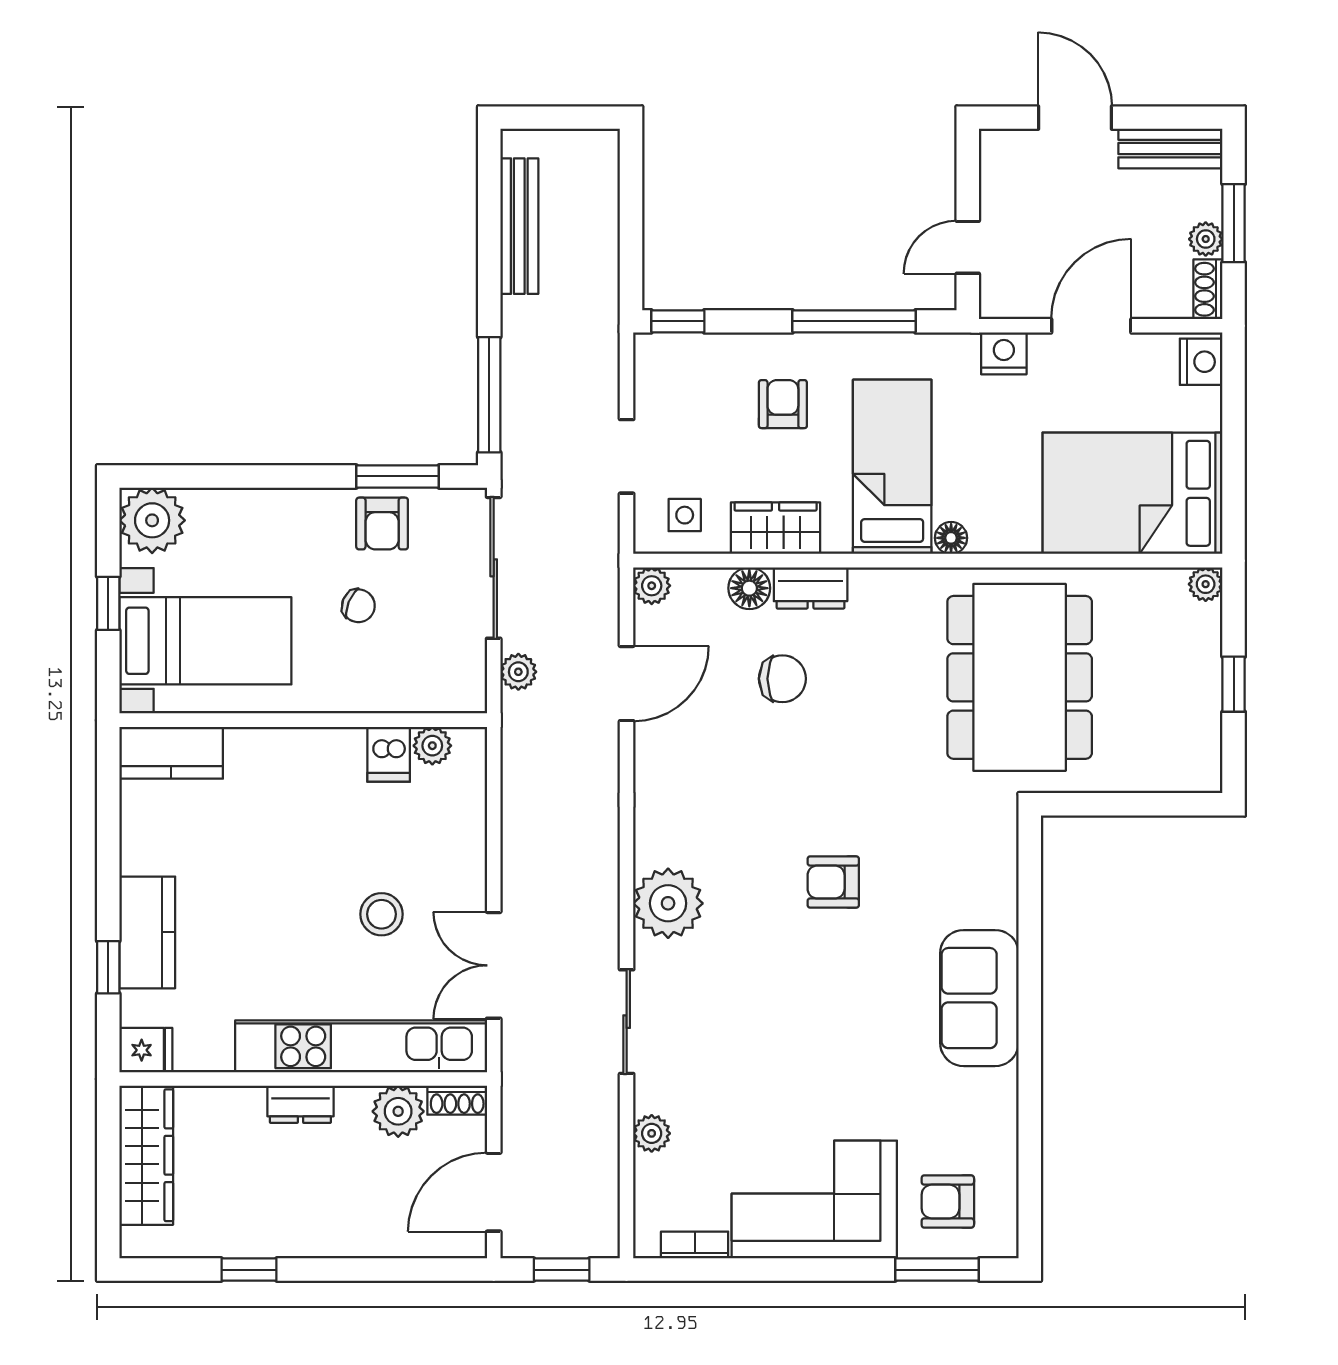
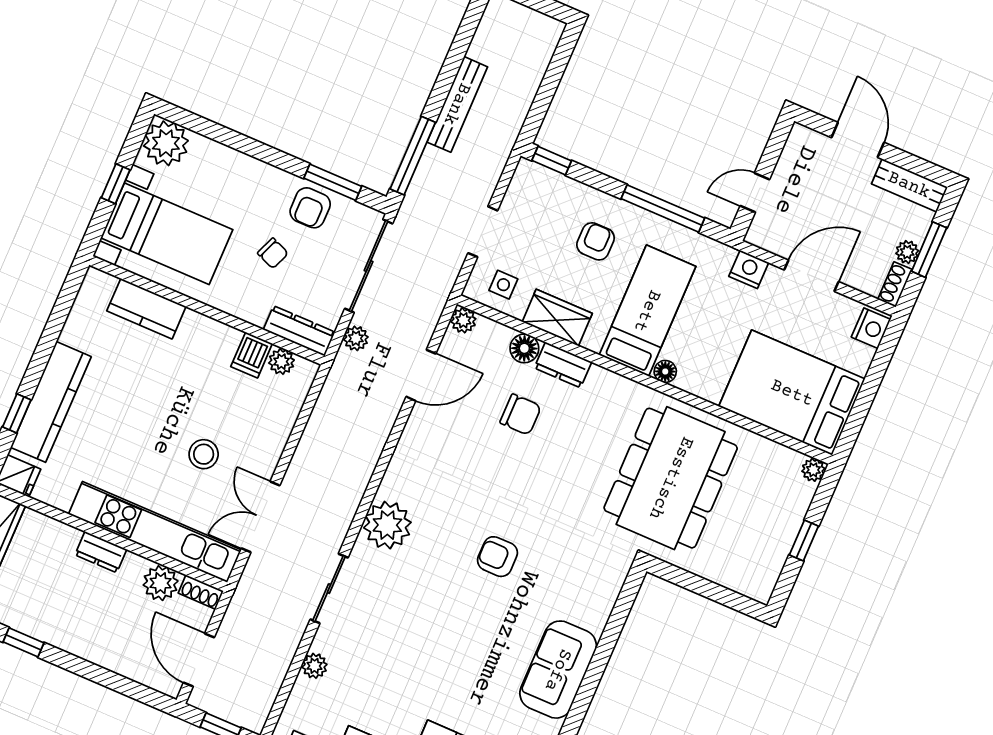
bench: (519, 226) -> (457, 104), moved
dresser: (438, 694) -> (299, 331), added
kitchen counter: (171, 753) -> (146, 309), moved
kitchen counter: (147, 932) -> (51, 402), width x1.50
door: (494, 1192) -> (199, 660), hinge flipped

